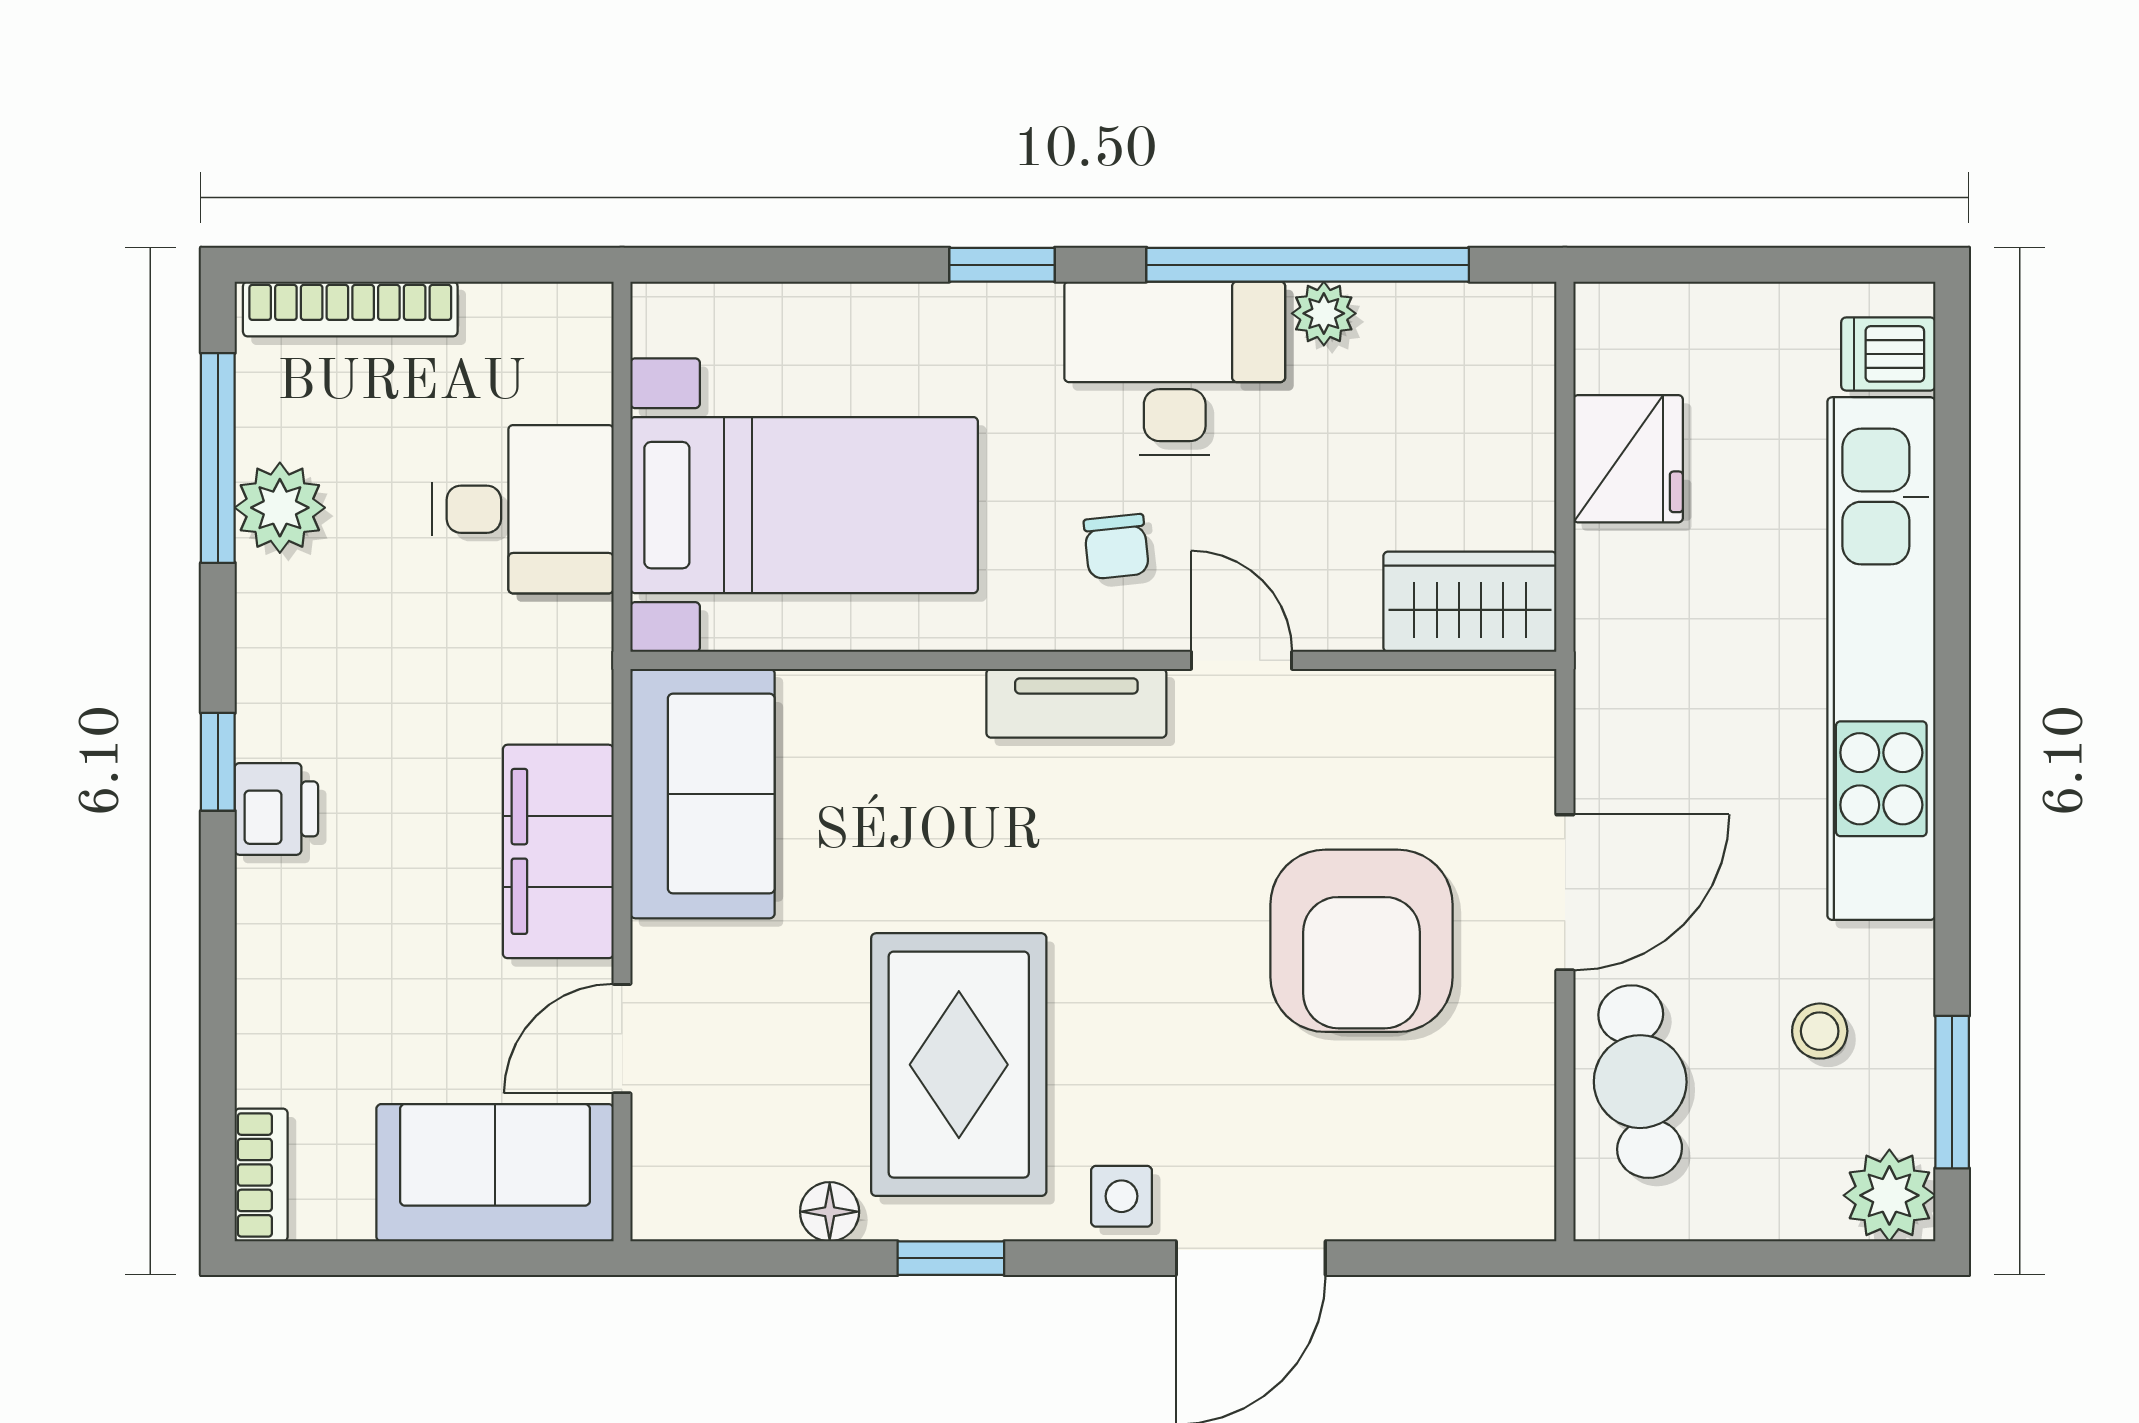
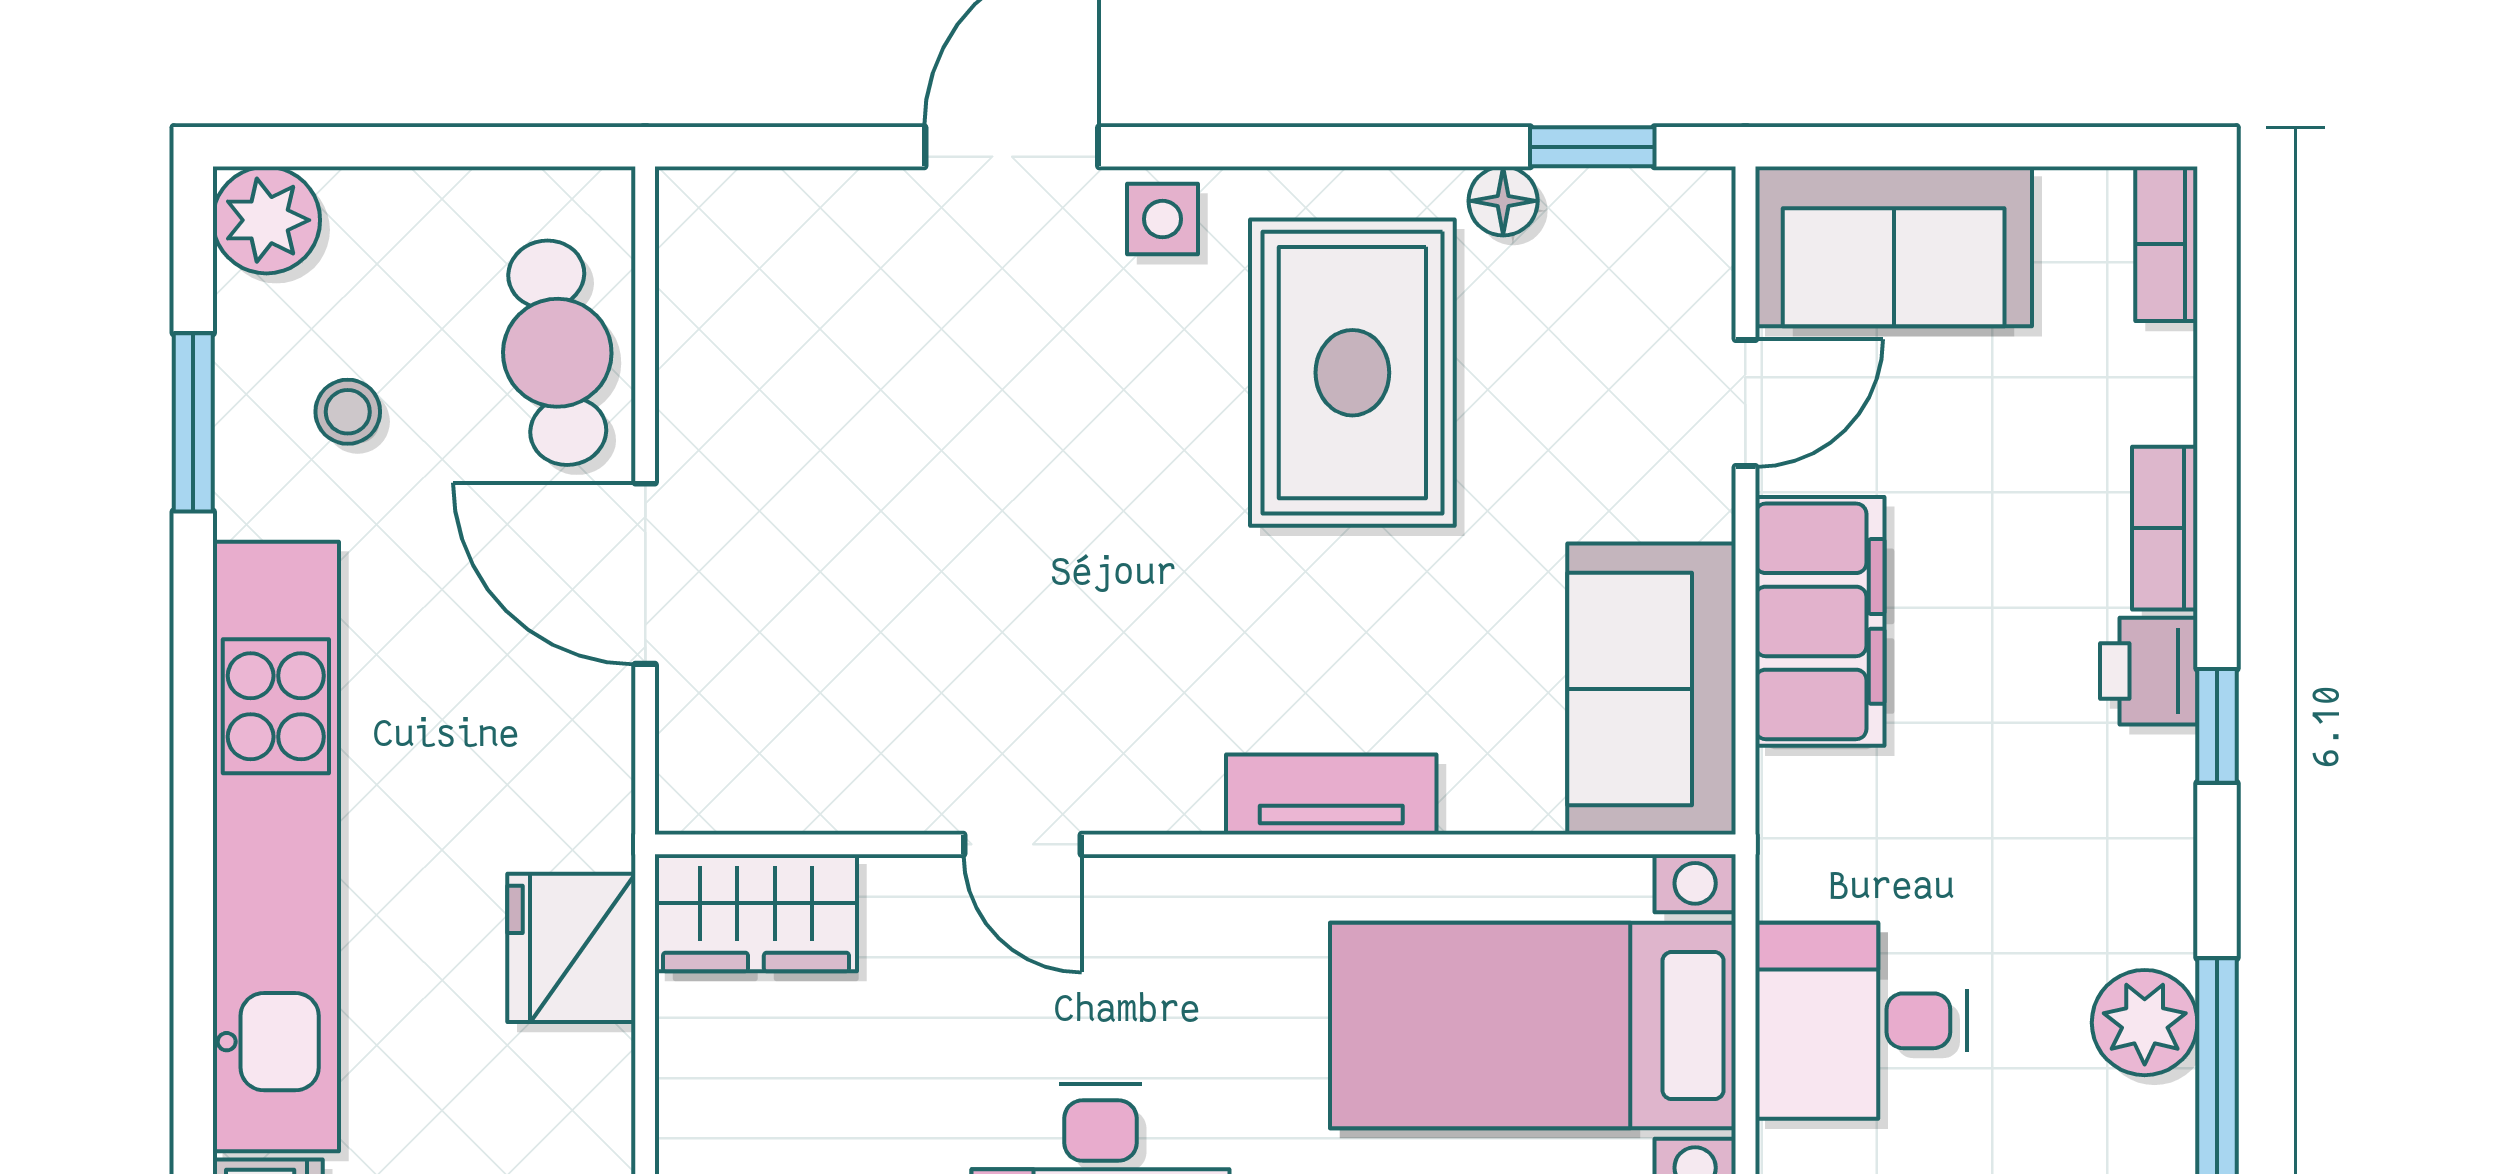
fridge: (1628, 459) -> (571, 948), moved
chair: (1116, 547) -> (1169, 977), removed
tv unit: (1076, 703) -> (1331, 794), moved
door: (1565, 892) -> (645, 574), hinge flipped
bookcase: (263, 931) -> (2165, 528), added
armchair: (1361, 941) -> (882, 517), removed
window: (1952, 1092) -> (193, 422), moved
window: (951, 1258) -> (1592, 147), moved

